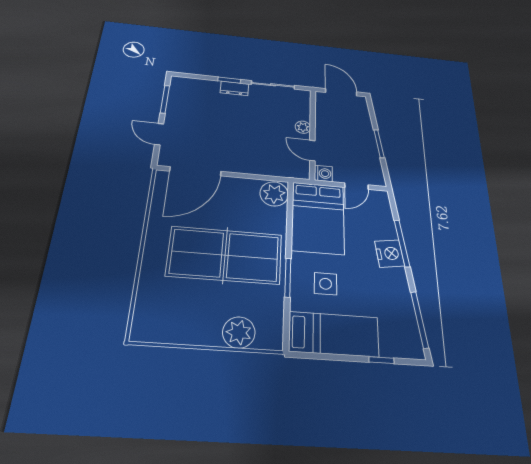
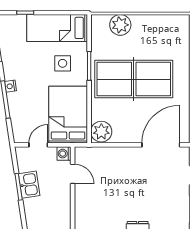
plant: (303, 127) -> (81, 195), removed
kitchen sink: (366, 145) -> (29, 185), added
nightstand: (390, 254) -> (11, 86), width x0.53, depth x0.56

